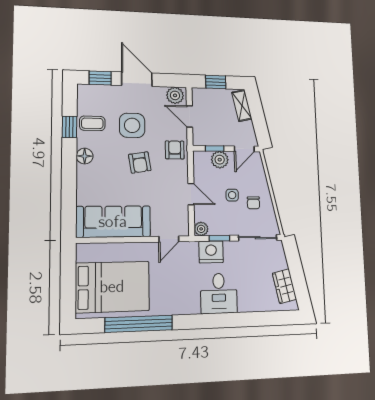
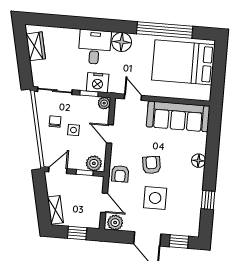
coffee table: (92, 123) -> (189, 202), removed
floor lamp: (85, 156) -> (199, 161), moved
plant: (220, 160) -> (94, 163), moved
door: (169, 239) -> (133, 97), hinge flipped
floor lamp: (188, 303) -> (122, 42), added

